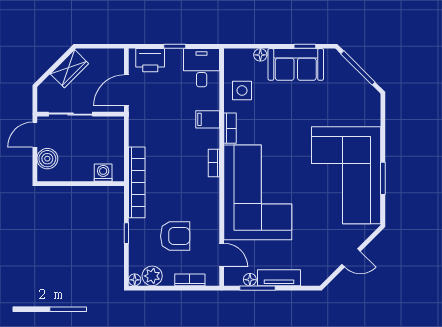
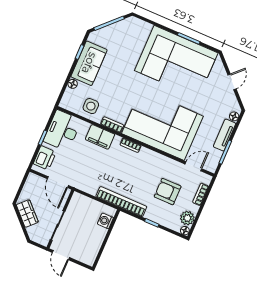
desk: (202, 68) -> (62, 131), width x1.37
filing cabinet: (208, 119) -> (100, 137), width x2.00
boiler: (47, 159) -> (80, 254), removed
armchair: (175, 236) -> (168, 192), turned -90
floor lamp: (250, 280) -> (234, 116), moved

